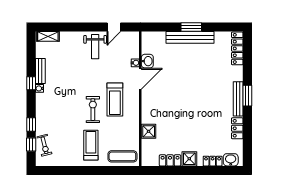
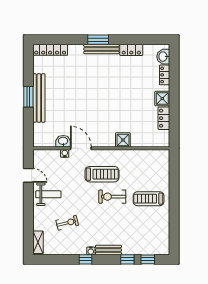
bench: (40, 71) -> (108, 250), moved
shower: (149, 131) -> (123, 140), moved
exercise bike: (44, 145) -> (67, 223), moved
exercise mat: (122, 156) -> (160, 167), removed

